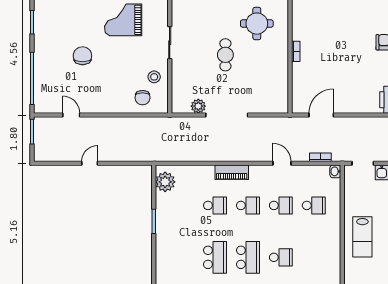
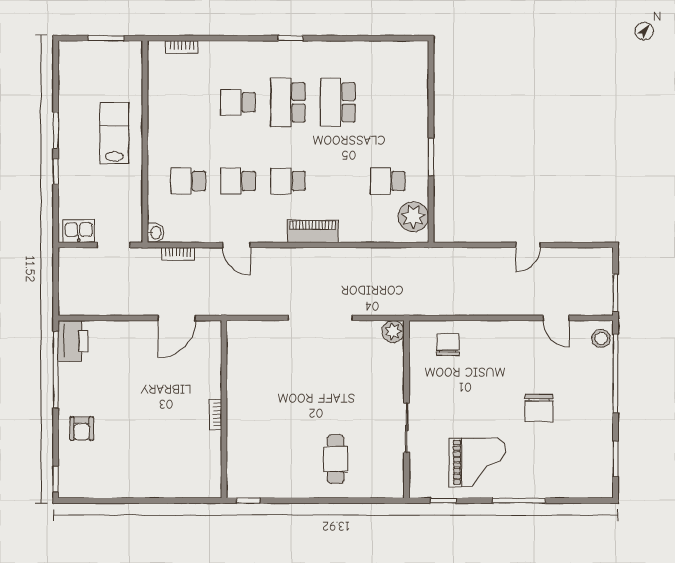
round table: (257, 24) -> (274, 457), removed
cafe table: (225, 55) -> (336, 459), moved
stool: (154, 77) -> (601, 338), moved
plant: (198, 106) -> (393, 332), moved
school desk: (215, 205) -> (388, 181), moved

